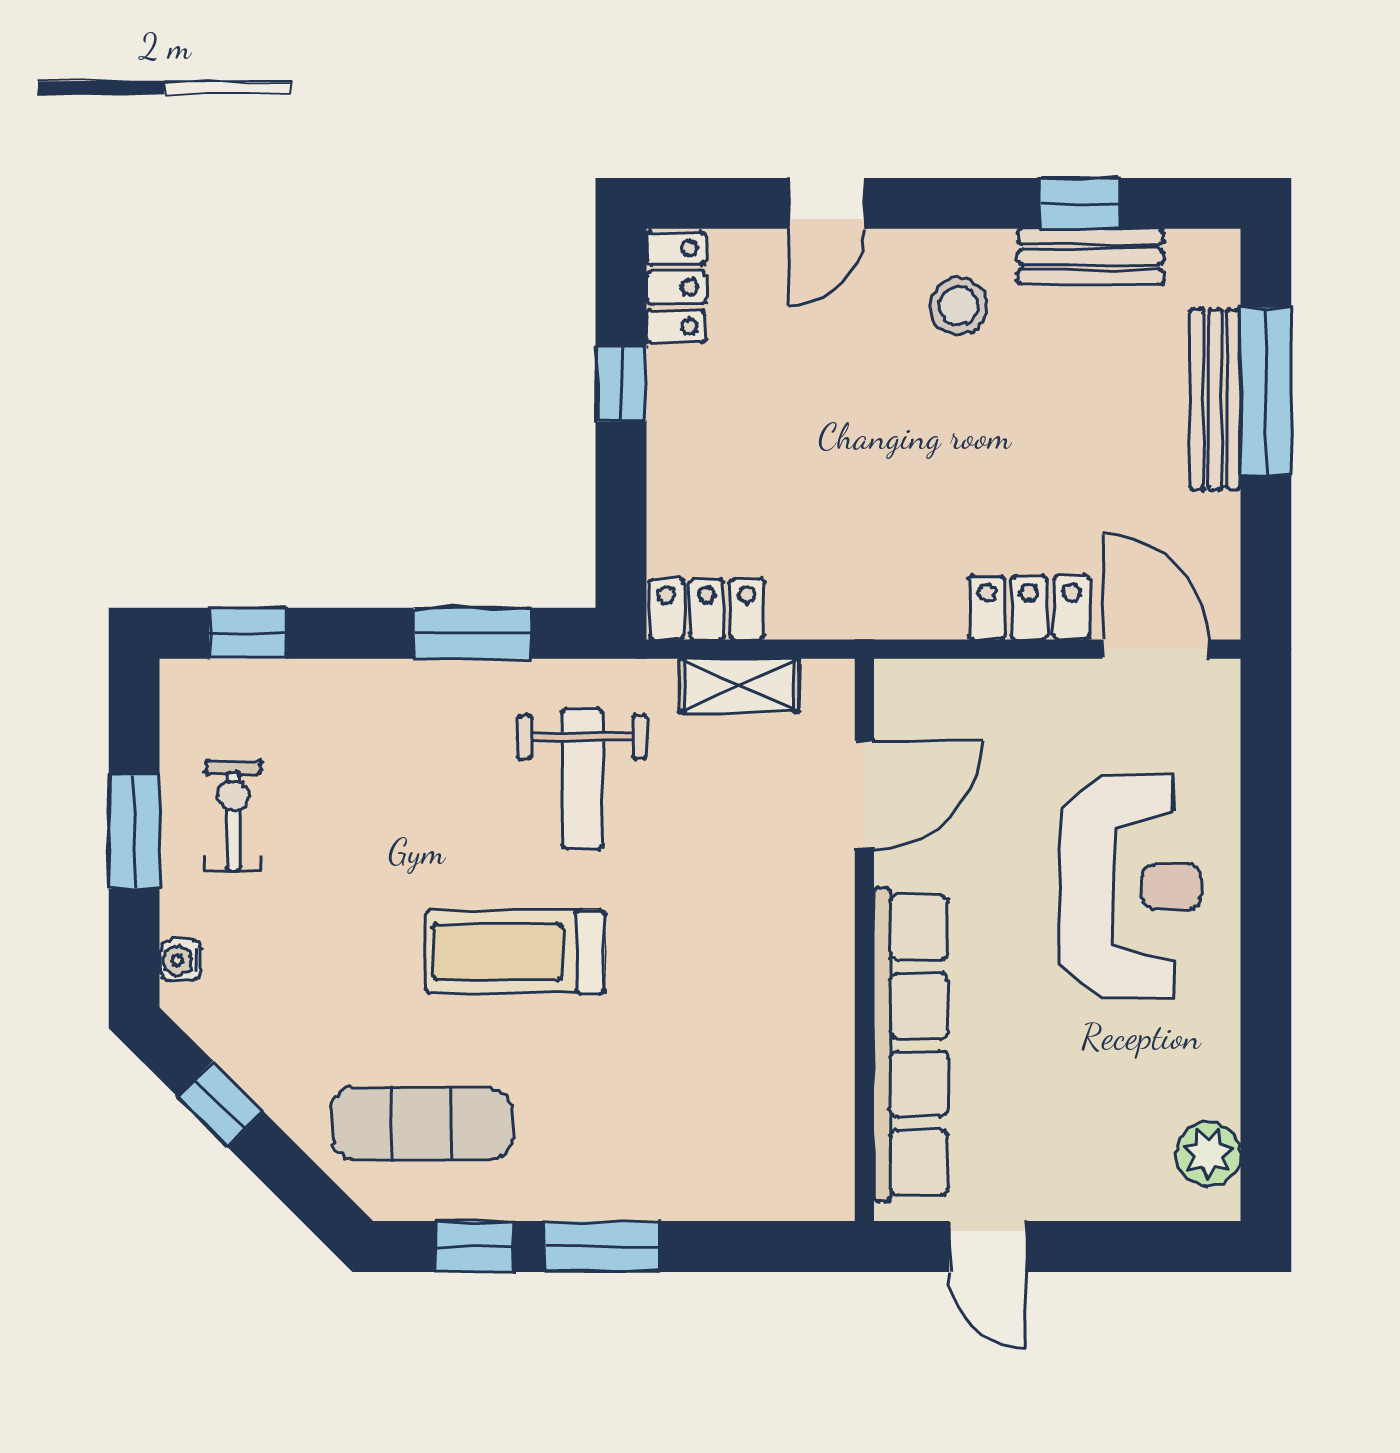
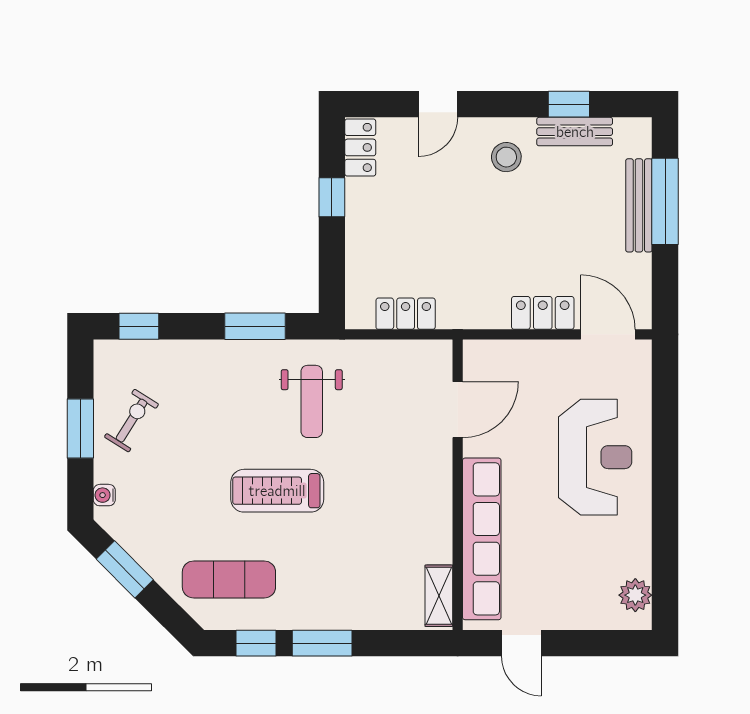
locker: (707, 609) -> (406, 314), moved
shelving: (739, 685) -> (439, 596), moved, turned 90
exercise bike: (233, 816) -> (132, 421), turned 32
window: (220, 1104) -> (125, 569), width x1.50

